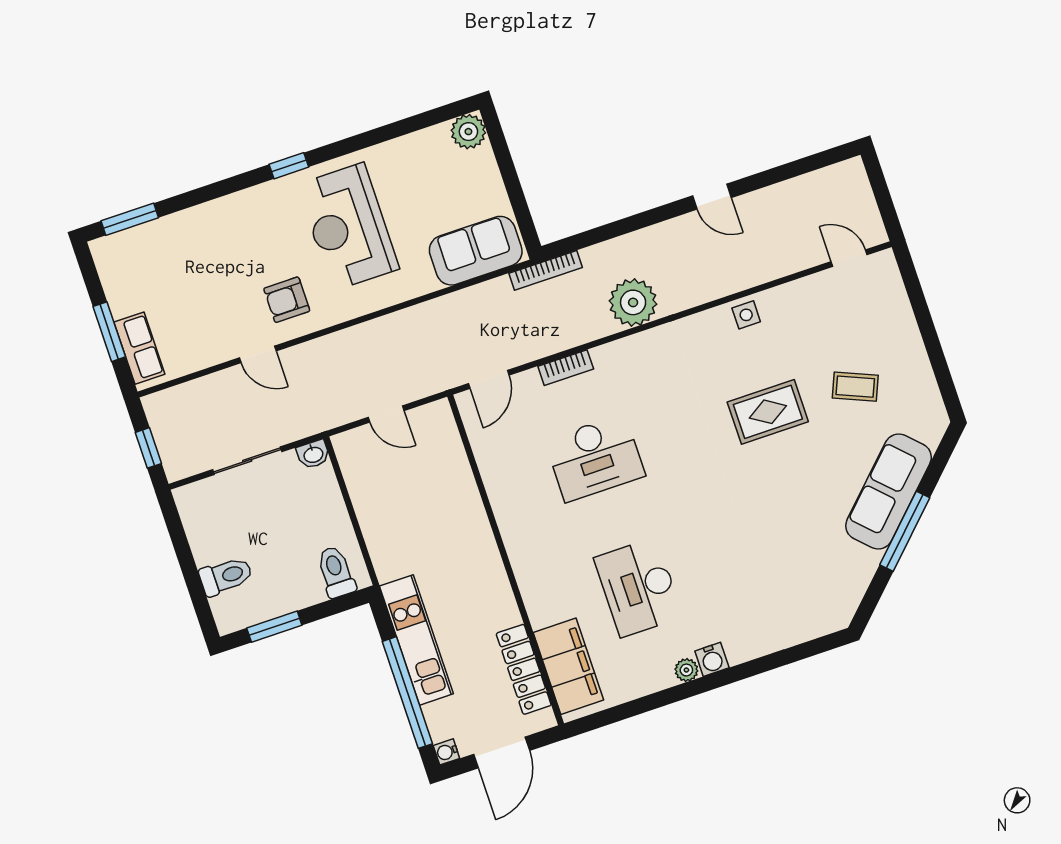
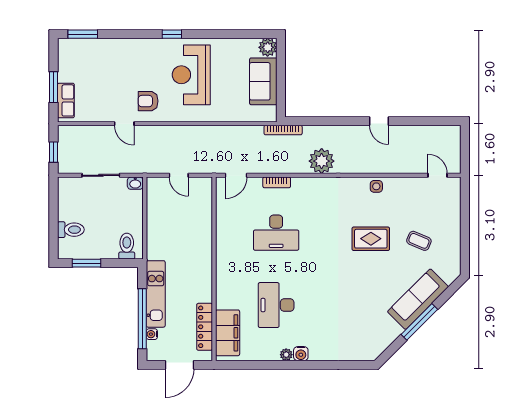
sofa: (476, 251) -> (263, 81), moved, turned -90
water cooler: (446, 752) -> (152, 334), moved

